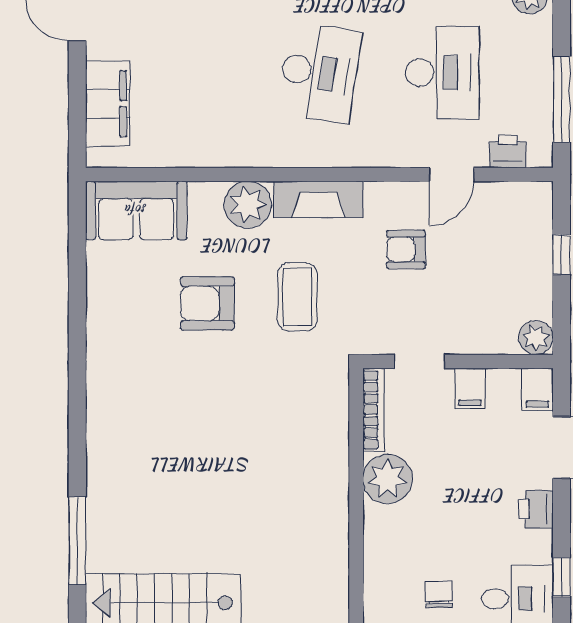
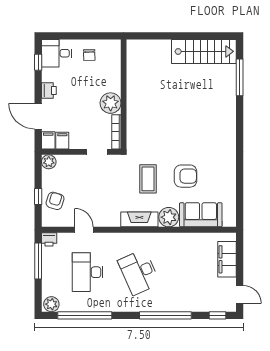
desk: (319, 73) -> (139, 272), turned -33
printer: (508, 151) -> (49, 239), moved
door: (451, 174) -> (84, 230), hinge flipped
sofa: (136, 210) -> (201, 215), moved
armchair: (406, 249) -> (55, 201), moved, turned -73
filing cabinet: (470, 389) -> (62, 141), moved

